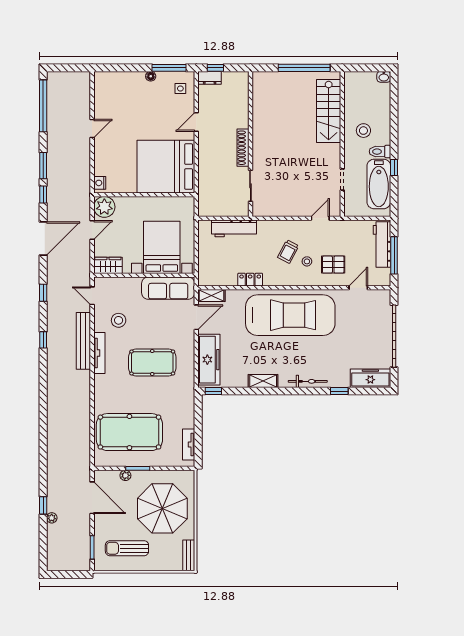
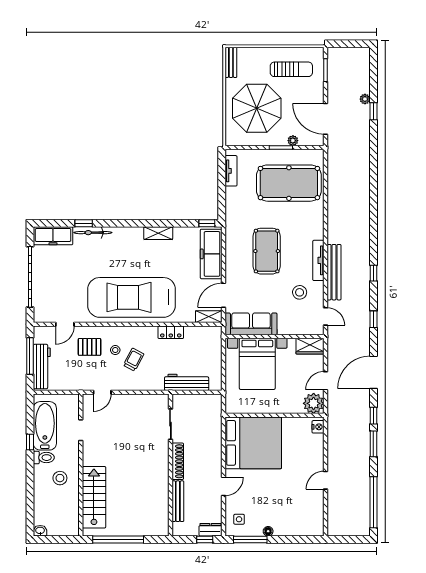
bench: (243, 107) -> (178, 501), added
pool table: (152, 363) -> (267, 251), turned 90
bicycle: (308, 381) -> (93, 233), moved

